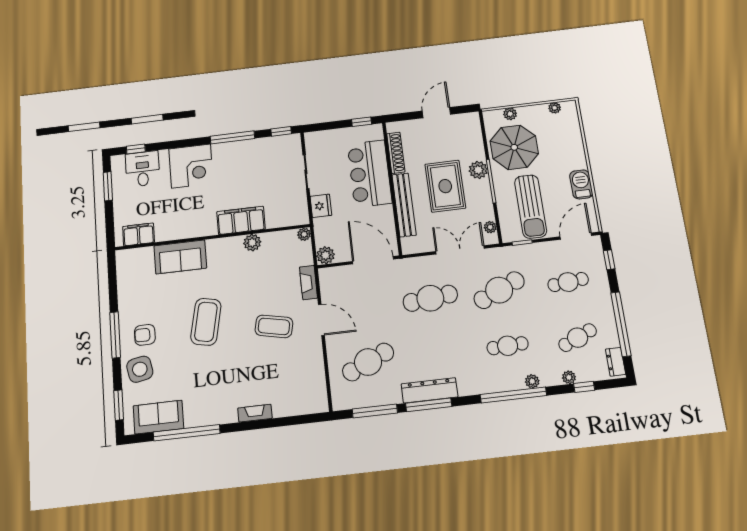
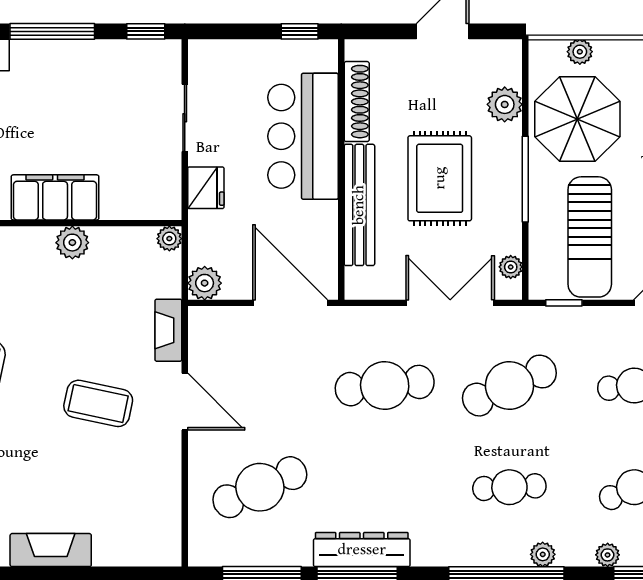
plant: (478, 170) -> (505, 104), moved
fireplace: (255, 413) -> (51, 550), width x1.37, depth x1.32

